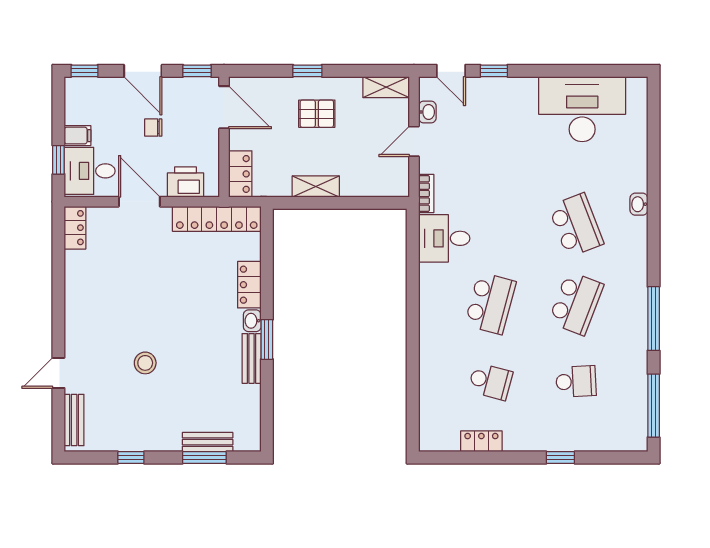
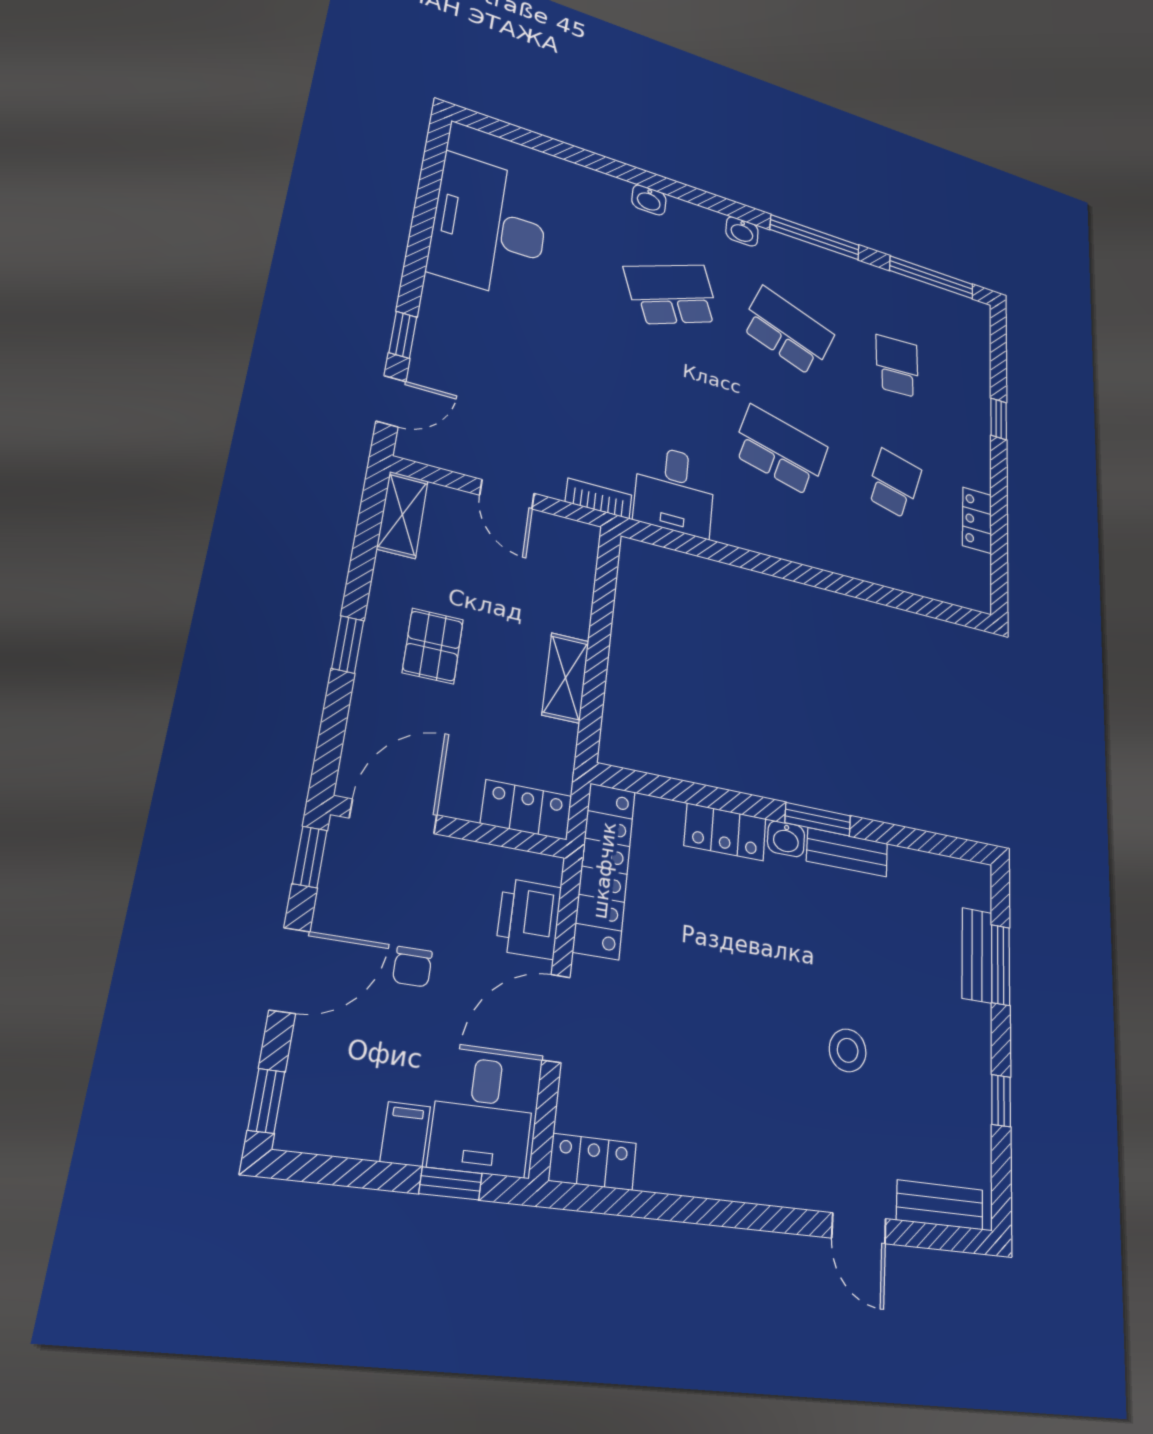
washbasin: (427, 112) -> (742, 231), moved, turned 180

